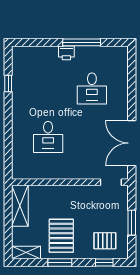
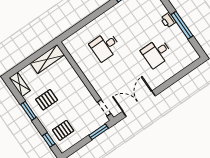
window: (132, 223) -> (99, 132), moved
pallet: (61, 236) -> (47, 100), width x0.67, depth x0.71
pallet: (105, 241) -> (63, 130), turned 90

